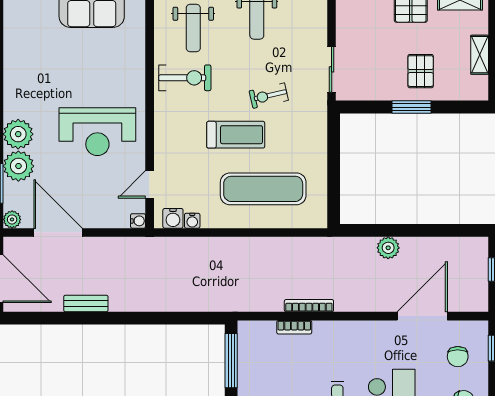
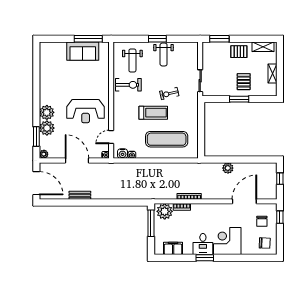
door: (58, 232) -> (77, 161), moved
plant: (259, 337) -> (165, 211), added

